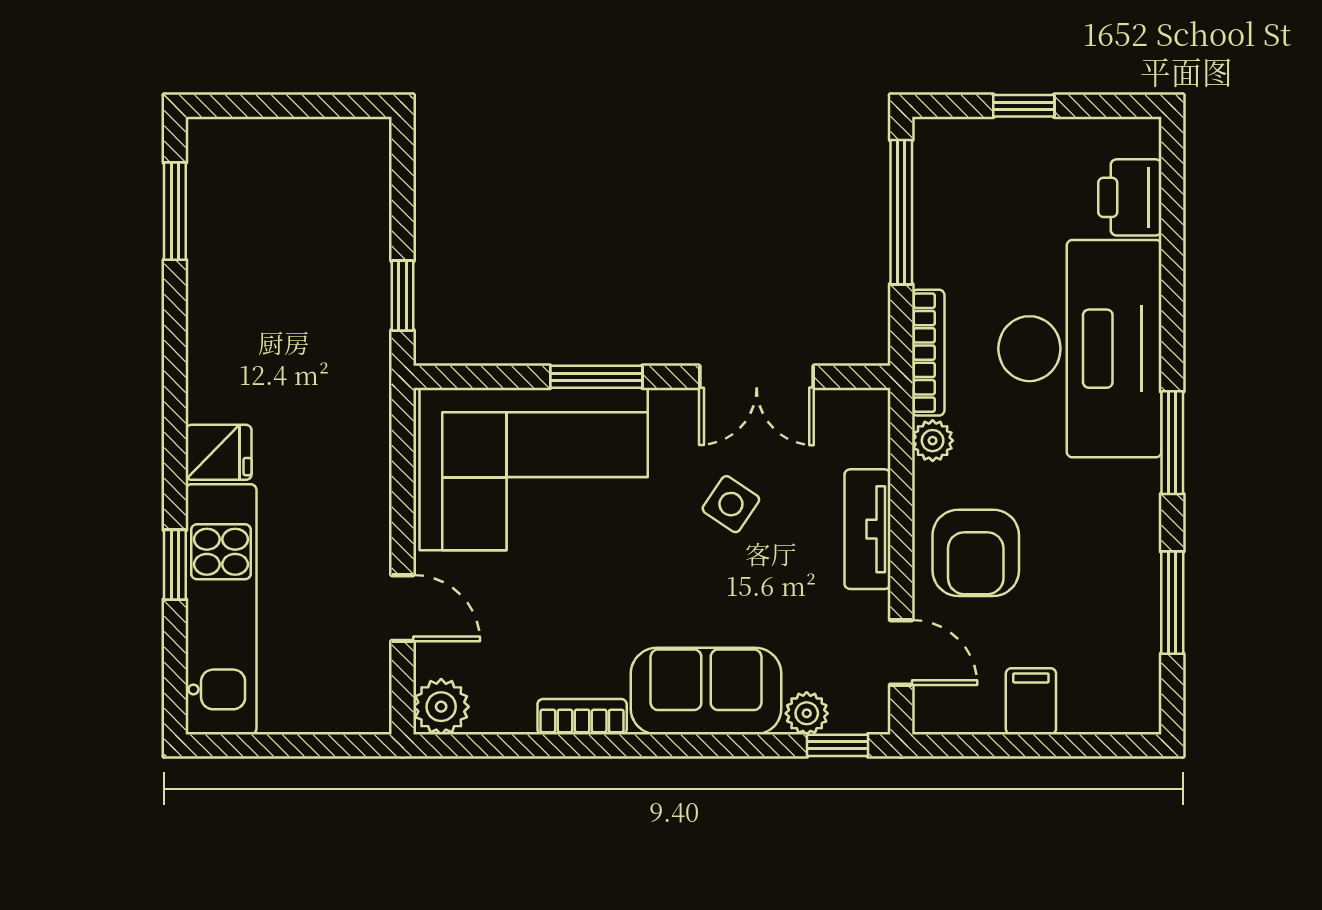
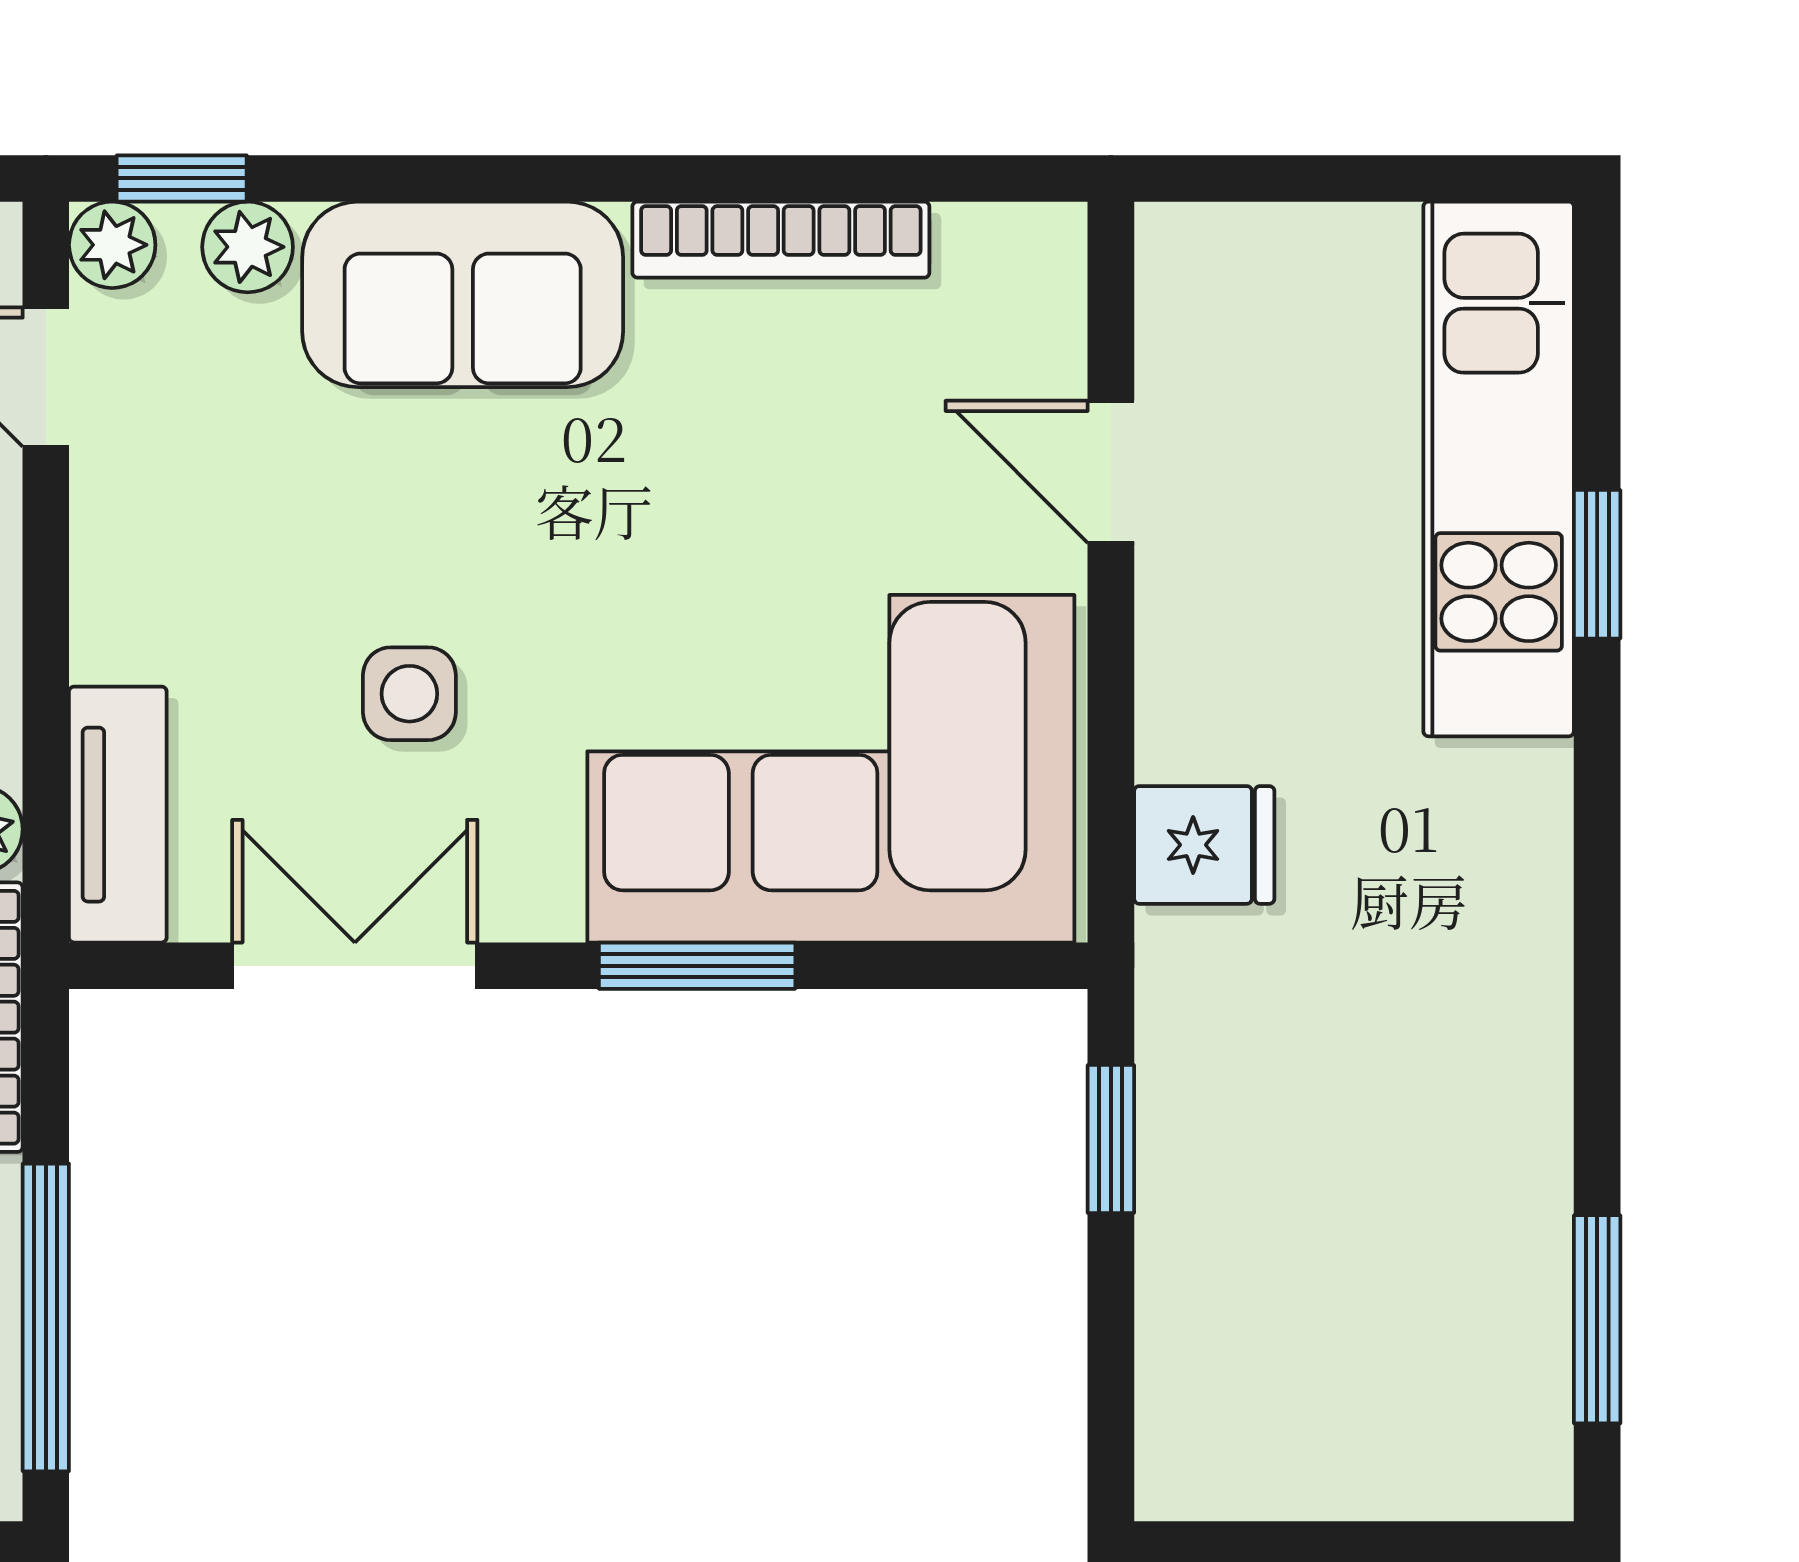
fridge: (219, 452) -> (1204, 845), moved, turned 180
side table: (731, 504) -> (409, 694), turned -34
tv unit: (867, 529) -> (118, 815), moved
plant: (441, 707) -> (112, 245), moved, width x0.73, depth x0.73
bookcase: (582, 717) -> (781, 240), width x1.56

